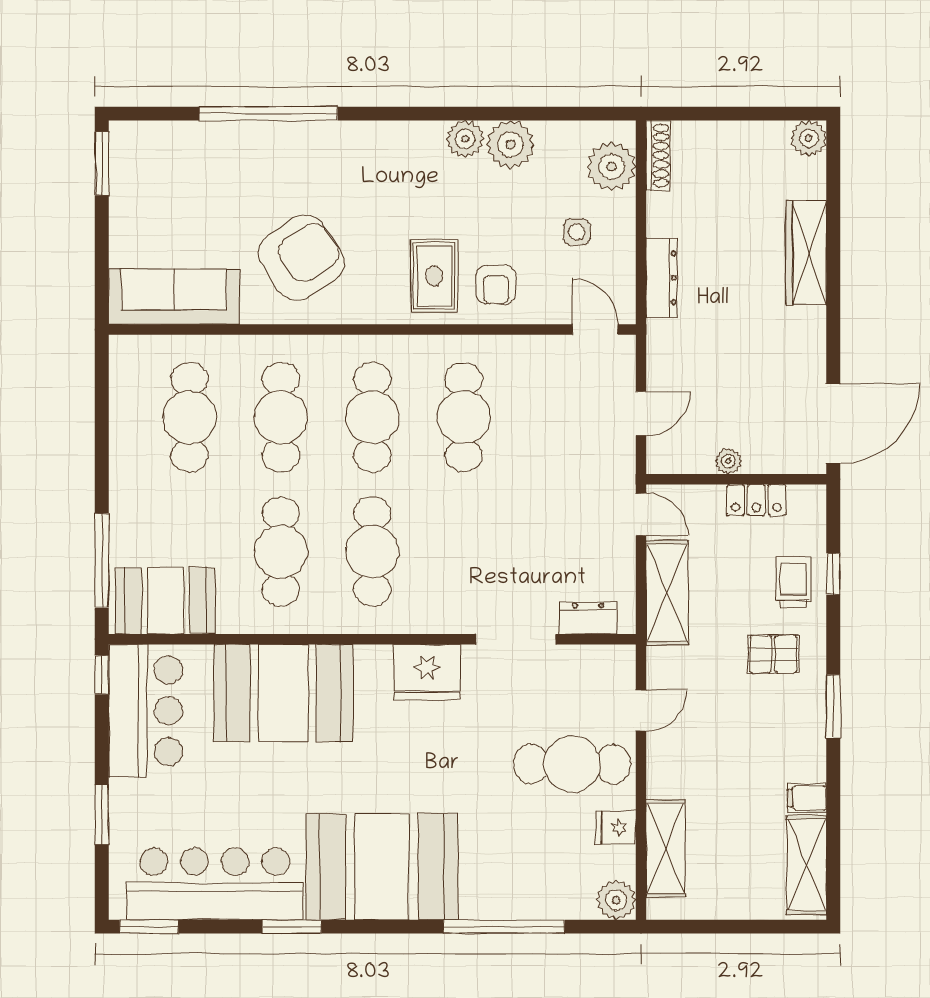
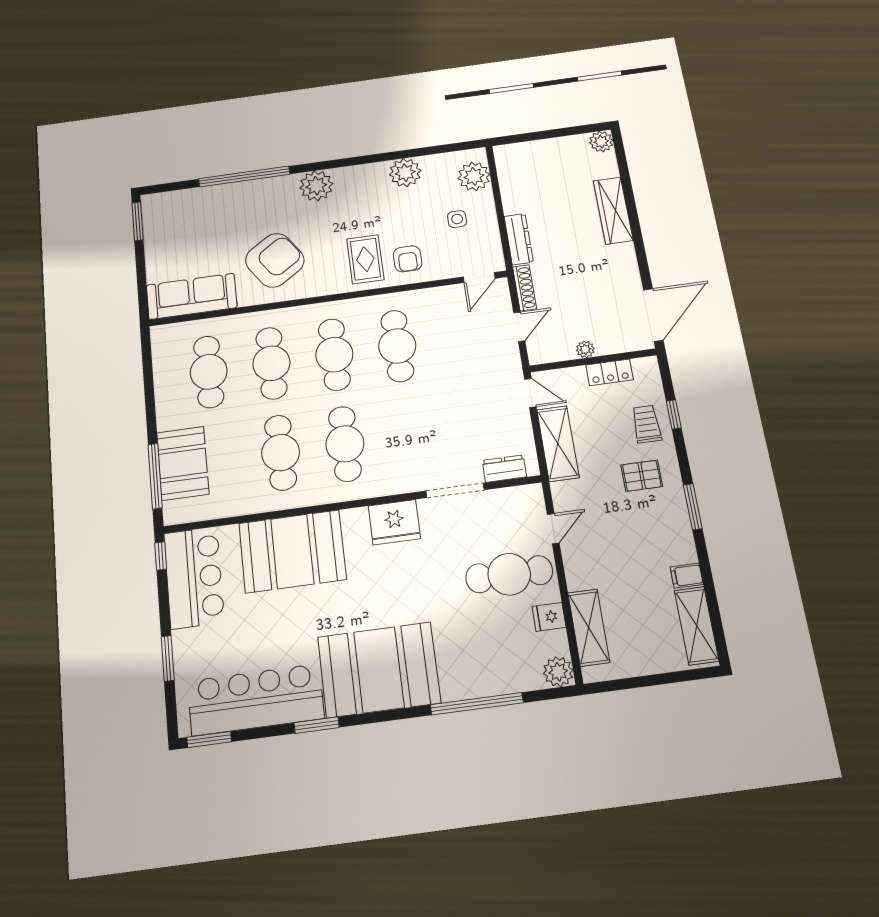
plant: (465, 139) -> (316, 186), moved, width x1.36, depth x1.36
shoe rack: (658, 155) -> (525, 288), moved
door: (595, 330) -> (479, 278), swing flipped
booth: (165, 601) -> (183, 463), moved, turned 90

